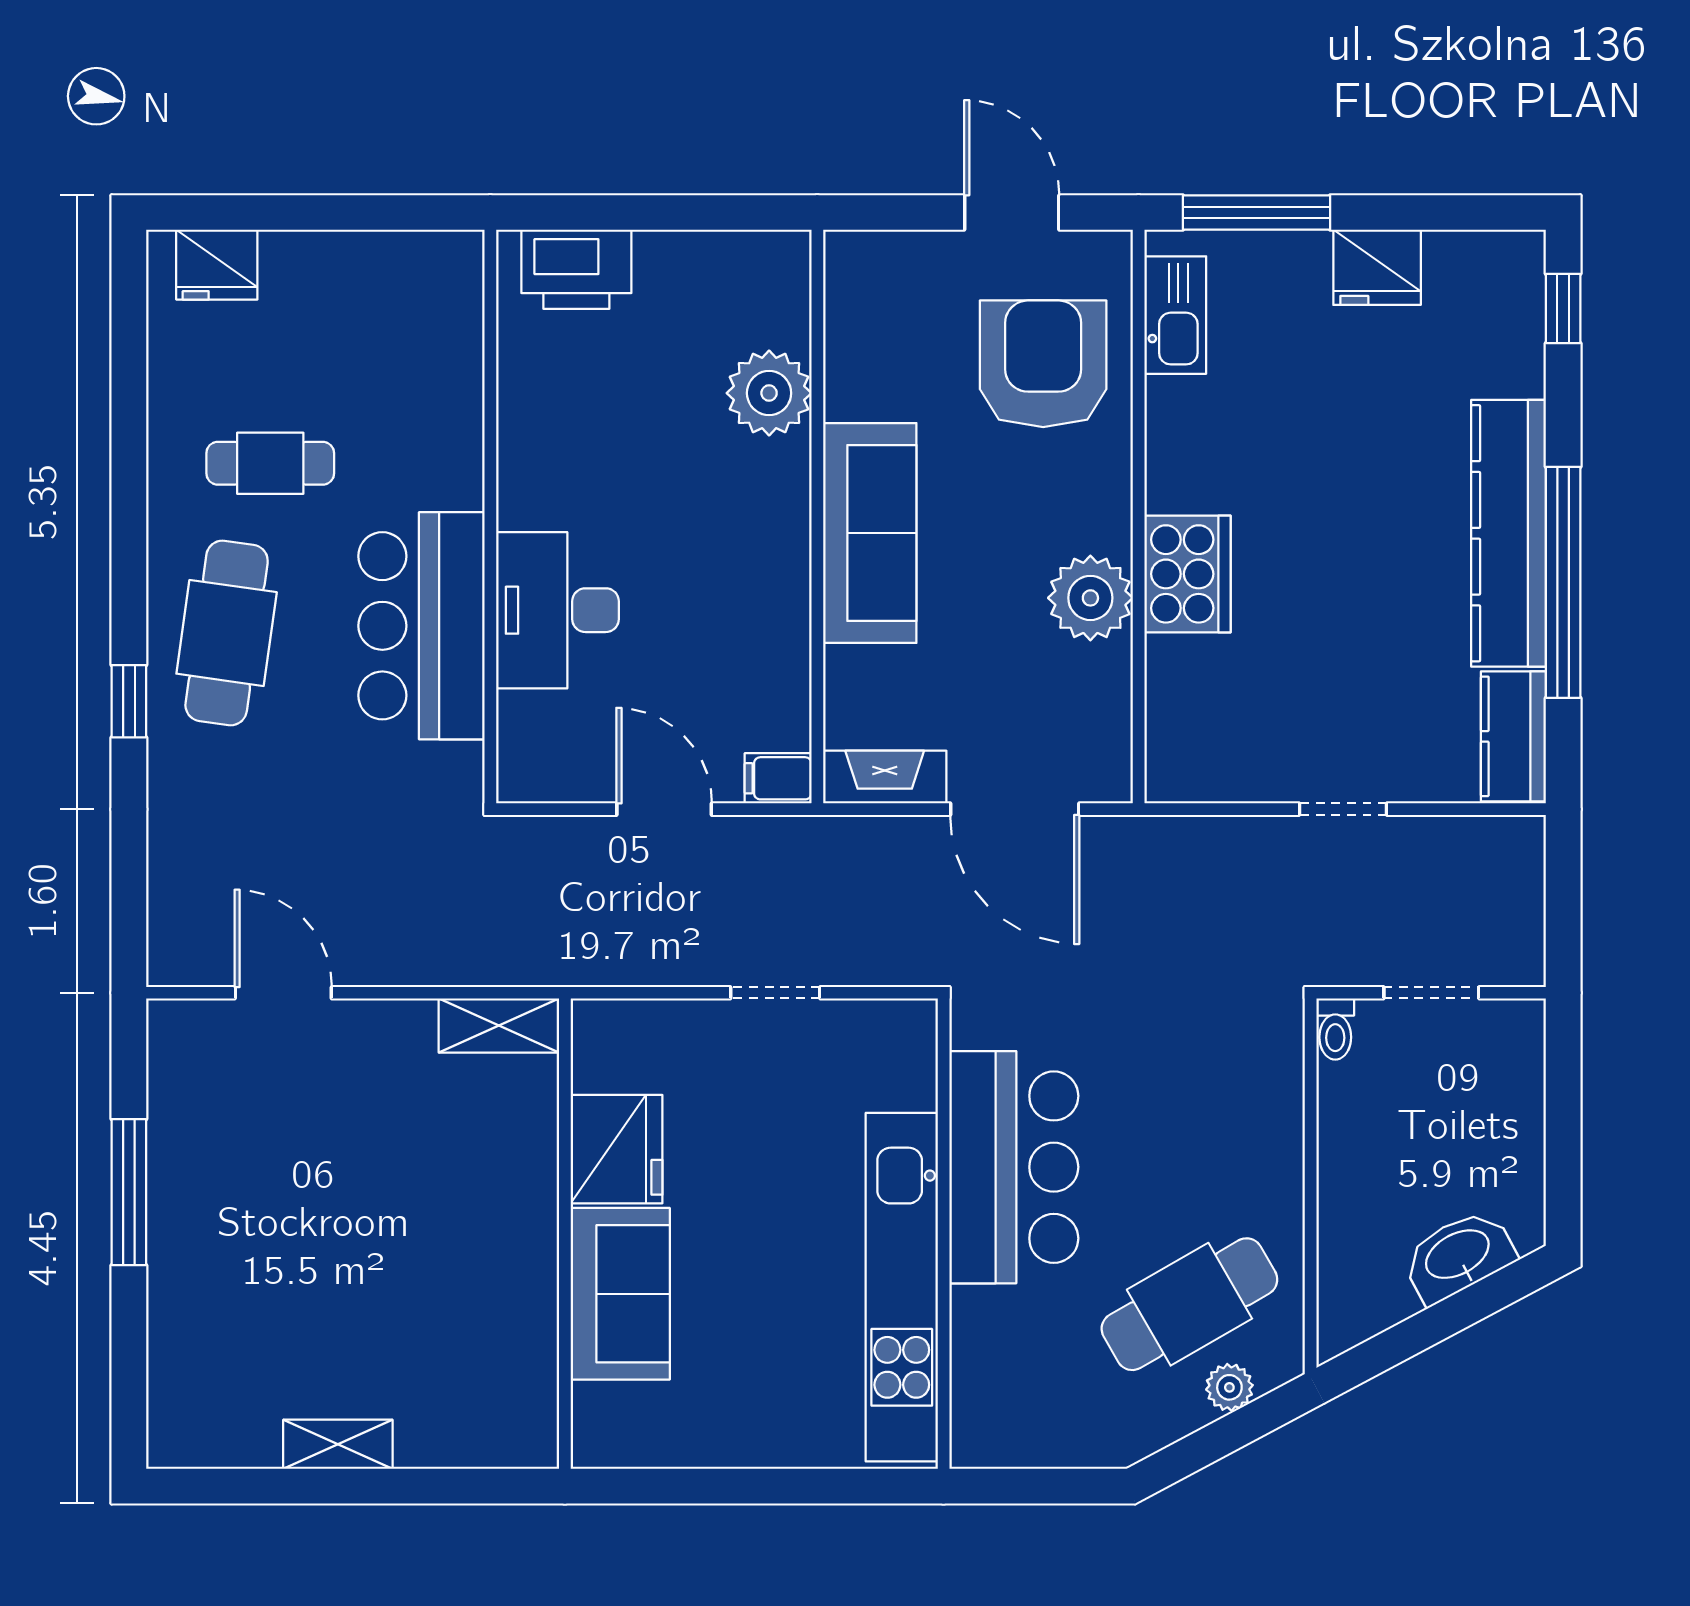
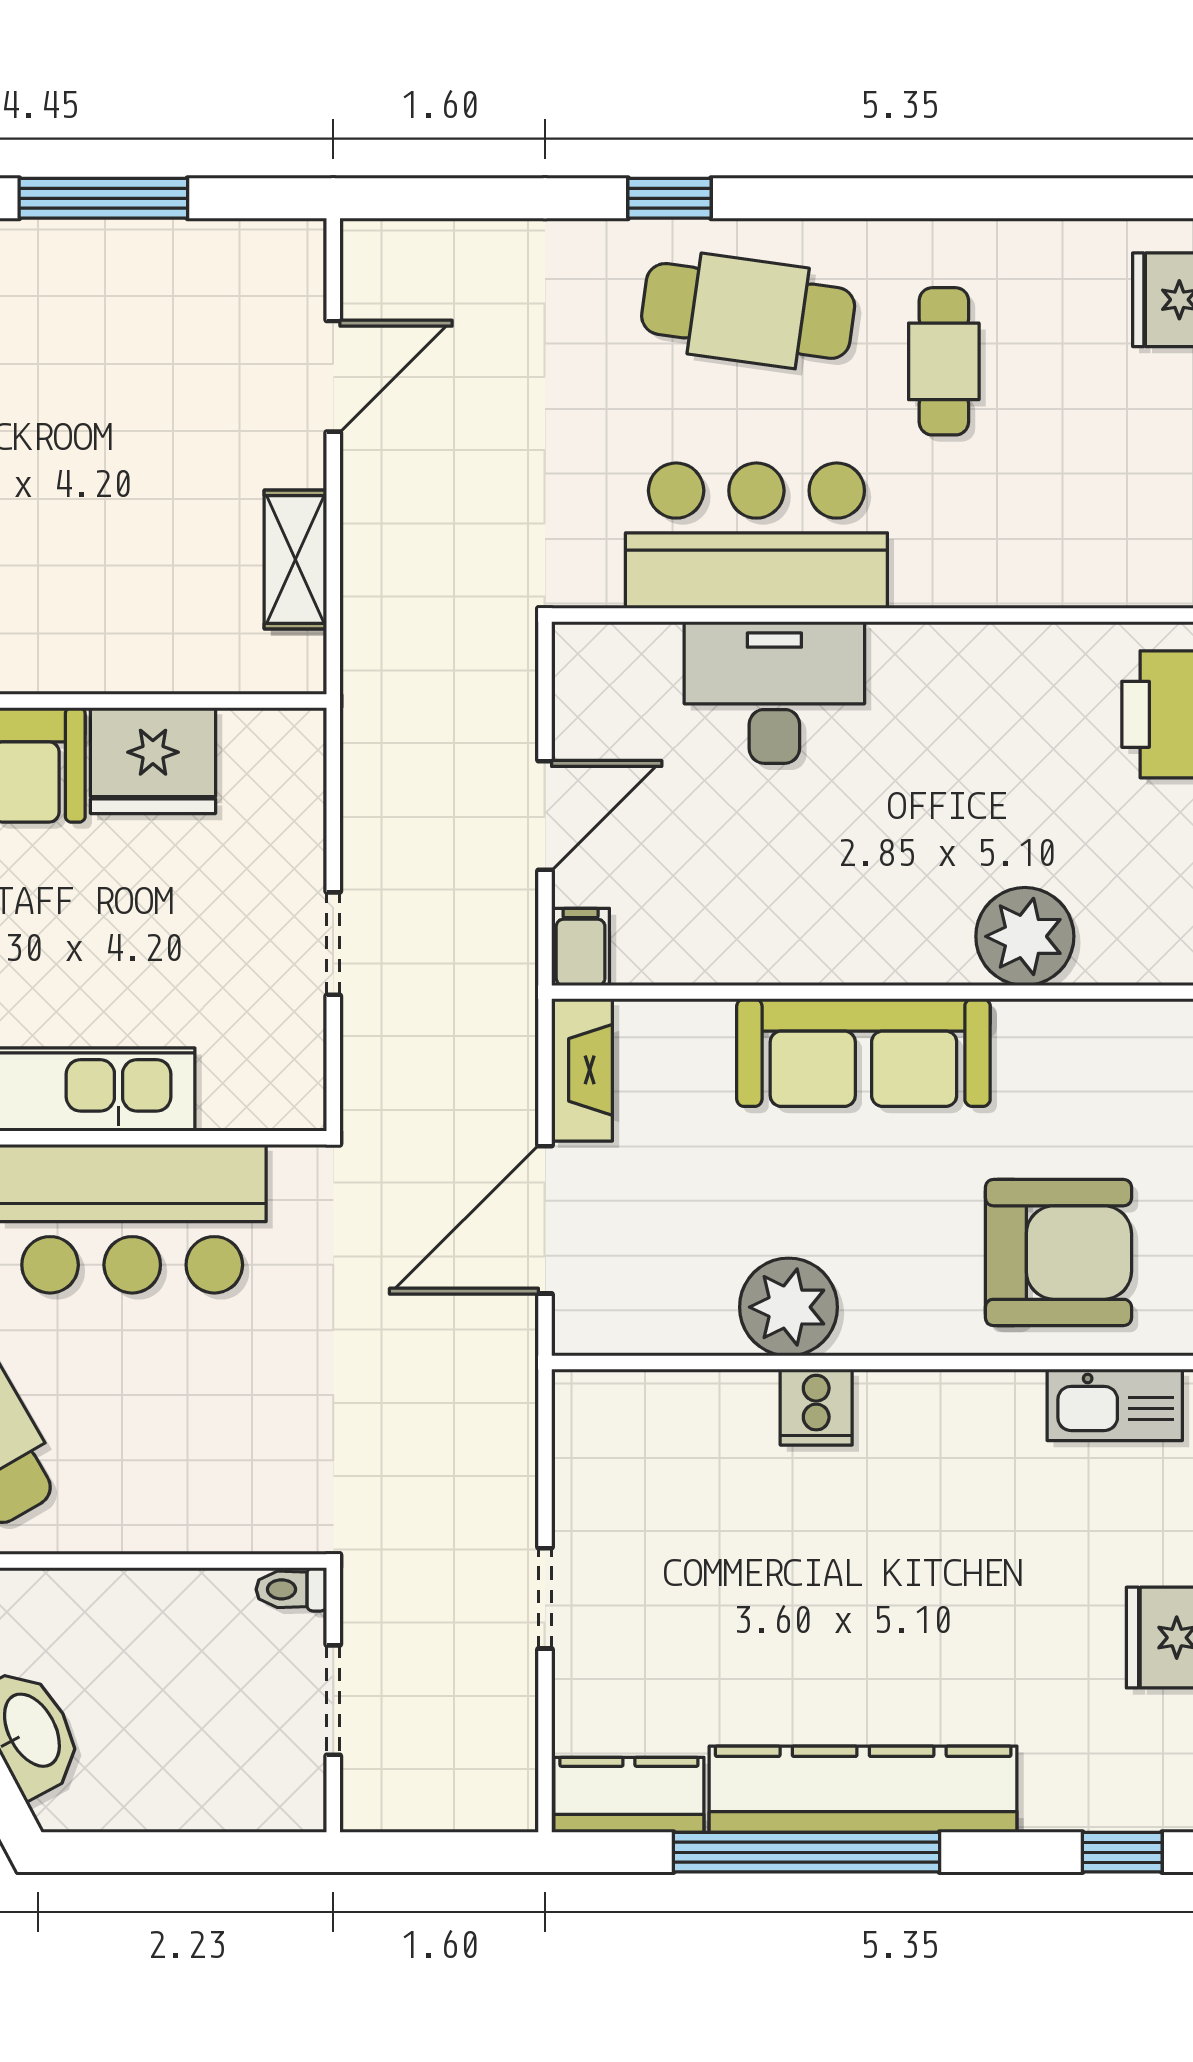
cooker: (1187, 574) -> (816, 1407), width x0.53, depth x0.76
shelving: (499, 1026) -> (295, 560), moved

